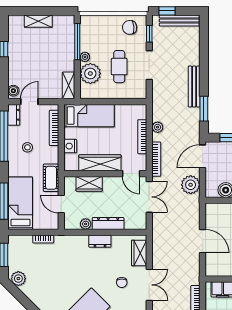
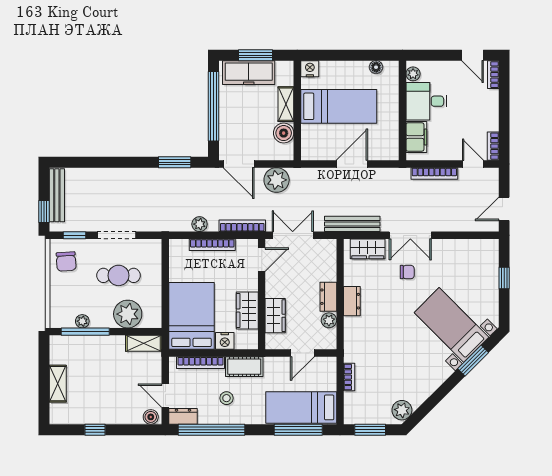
plant: (85, 57) -> (82, 321), moved
bench: (194, 87) -> (352, 224), moved
bed: (89, 116) -> (192, 316), width x1.50
wardrobe: (100, 163) -> (247, 311), width x0.67
cot: (51, 178) -> (244, 367), moved
dresser: (108, 223) -> (328, 297), width x0.70
double door: (149, 285) -> (410, 235), swing flipped

